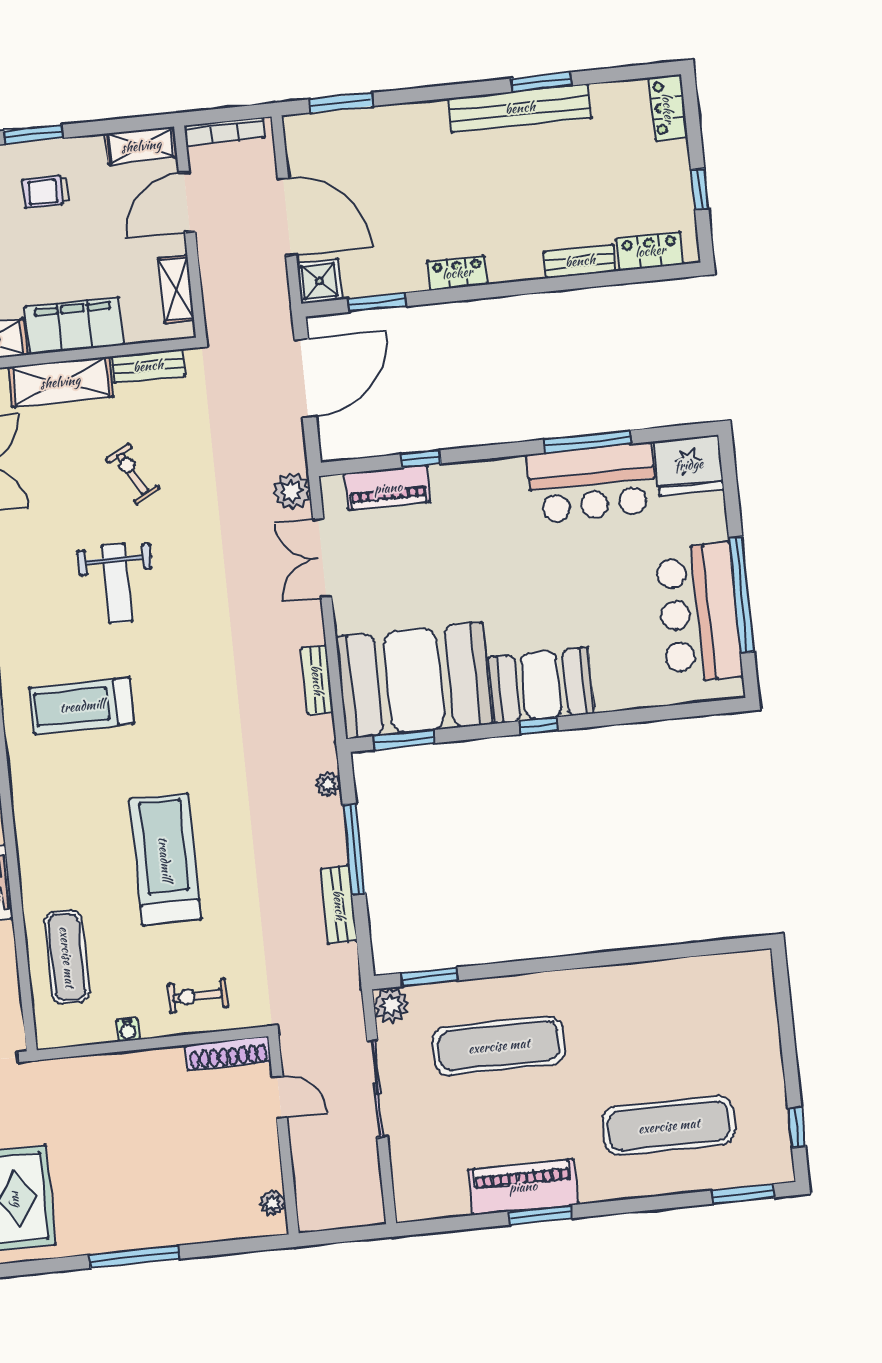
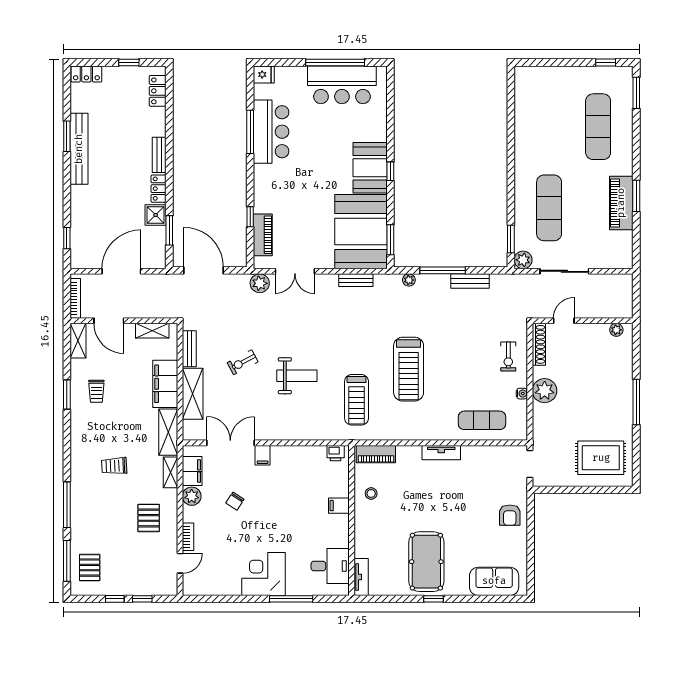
window: (341, 103) -> (67, 238), width x0.67
bench: (580, 261) -> (159, 155), moved
shower: (319, 281) -> (156, 215), moved
fridge: (689, 465) -> (264, 75), width x0.53, depth x0.75
treadmill: (165, 859) -> (409, 369), moved, turned -90
plant: (138, 1074) -> (545, 391), added

